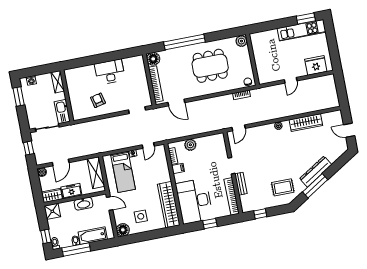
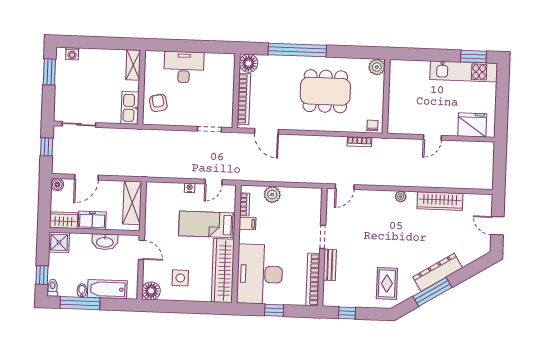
shelving: (58, 82) -> (133, 65), moved
wall: (67, 96) -> (141, 87), moved
kitchen sink: (62, 112) -> (130, 108), moved
bed: (123, 172) -> (207, 224), moved, turned 90
rug: (283, 187) -> (387, 284), turned 90

